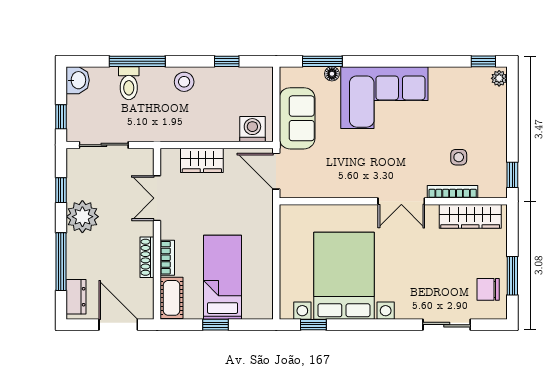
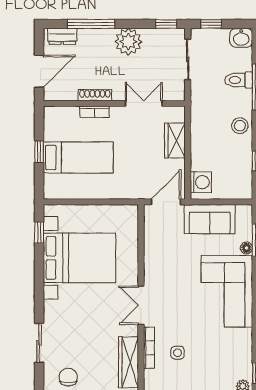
window: (61, 190) -> (166, 24), moved
cot: (172, 298) -> (61, 115), removed

